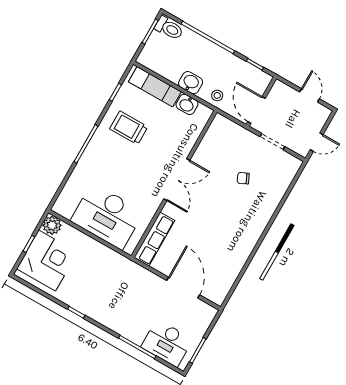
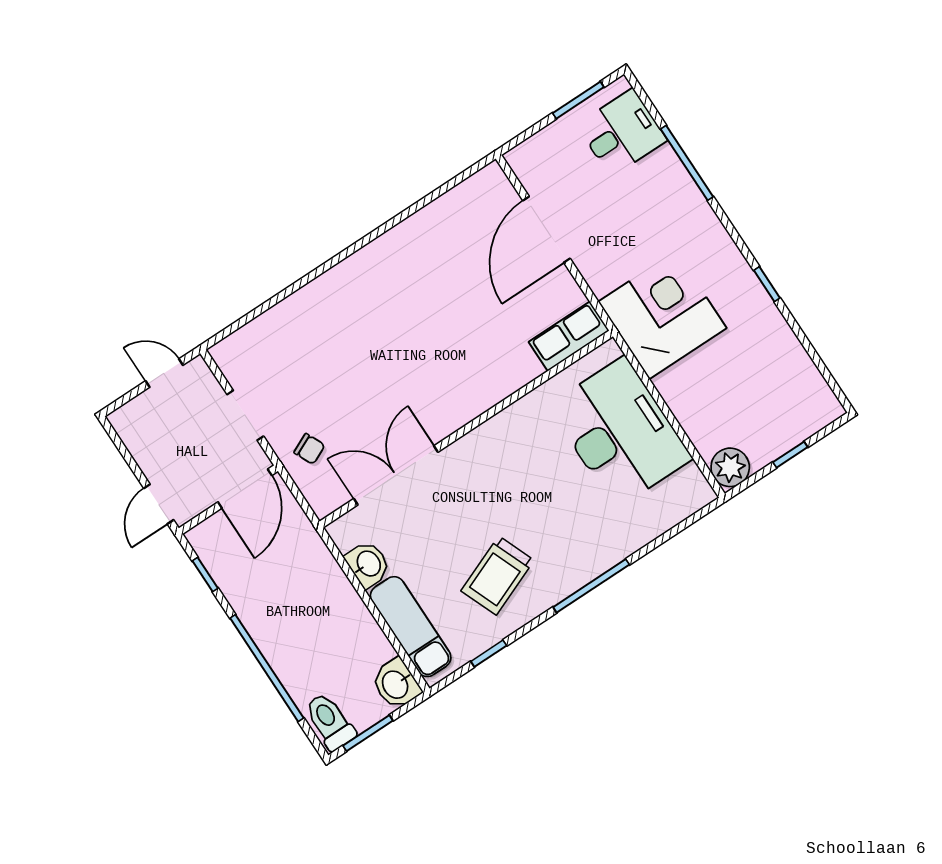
washbasin: (191, 83) -> (396, 684), moved
stool: (217, 95) -> (304, 552), removed
door: (310, 95) -> (159, 504), moved
trolley: (129, 128) -> (498, 576), turned 68
chair: (243, 178) -> (309, 449), moved
double door: (177, 180) -> (396, 475), moved
row of seats: (154, 239) -> (569, 336), width x0.68
corner desk: (47, 261) -> (662, 315), moved, turned 90
desk: (167, 343) -> (622, 133), width x0.73

